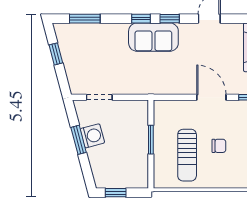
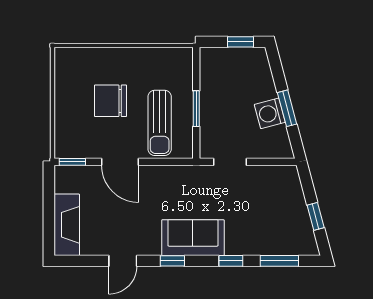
window: (141, 19) -> (231, 261), moved
doorway: (99, 97) -> (230, 162), moved
chair: (219, 146) -> (111, 101), width x1.87, depth x1.87
sun lounger: (187, 155) -> (160, 123), moved, turned 180

